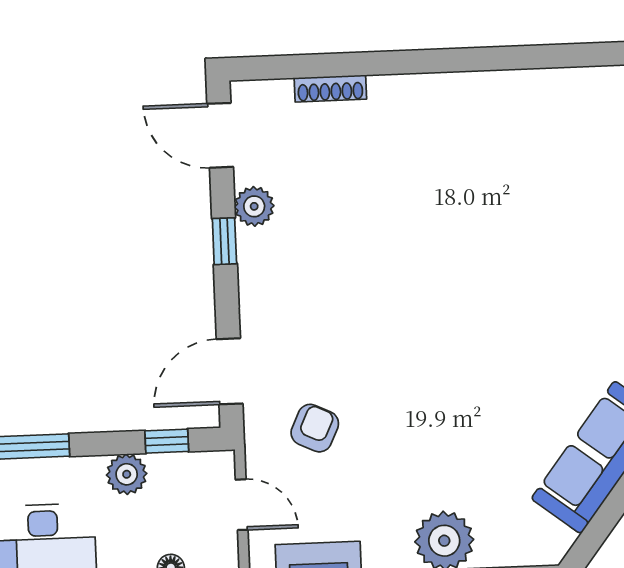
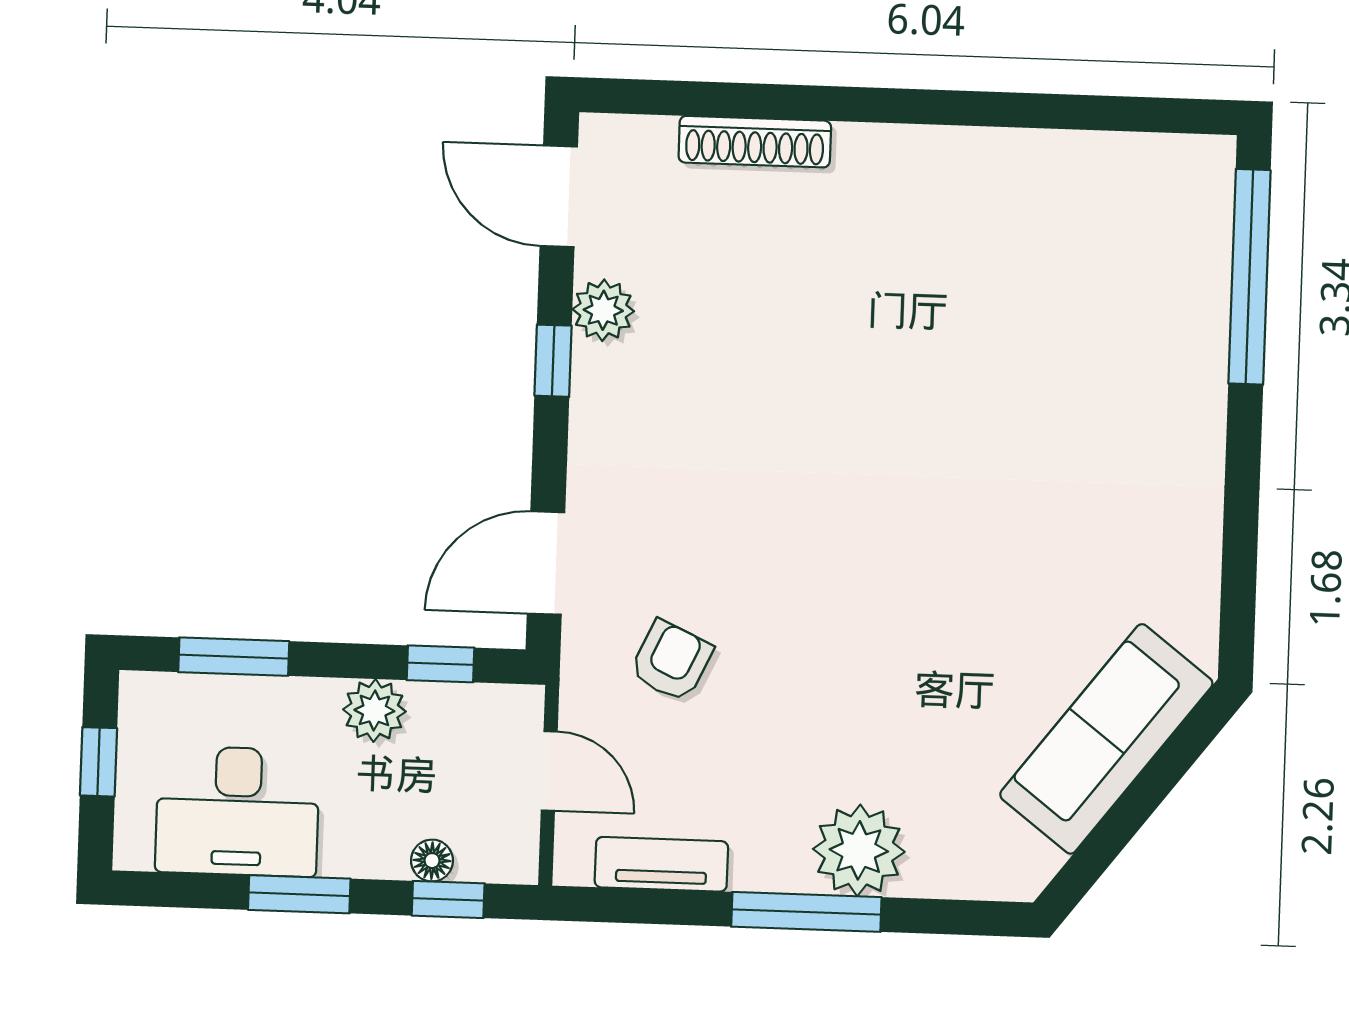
shoe rack: (330, 88) -> (755, 142), width x1.36, depth x1.24

